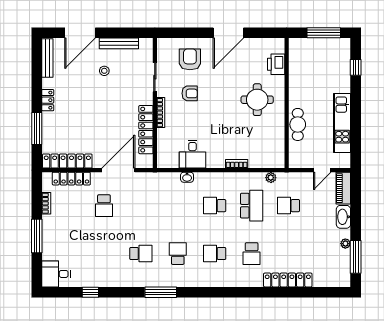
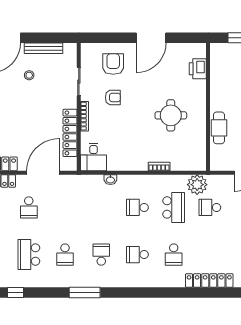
round table: (257, 100) -> (171, 115), moved
desk: (192, 154) -> (94, 157), moved
plant: (271, 178) -> (197, 185), width x1.88, depth x1.88
school desk: (104, 254) -> (29, 255), added
school desk: (141, 254) -> (65, 255), turned 90

